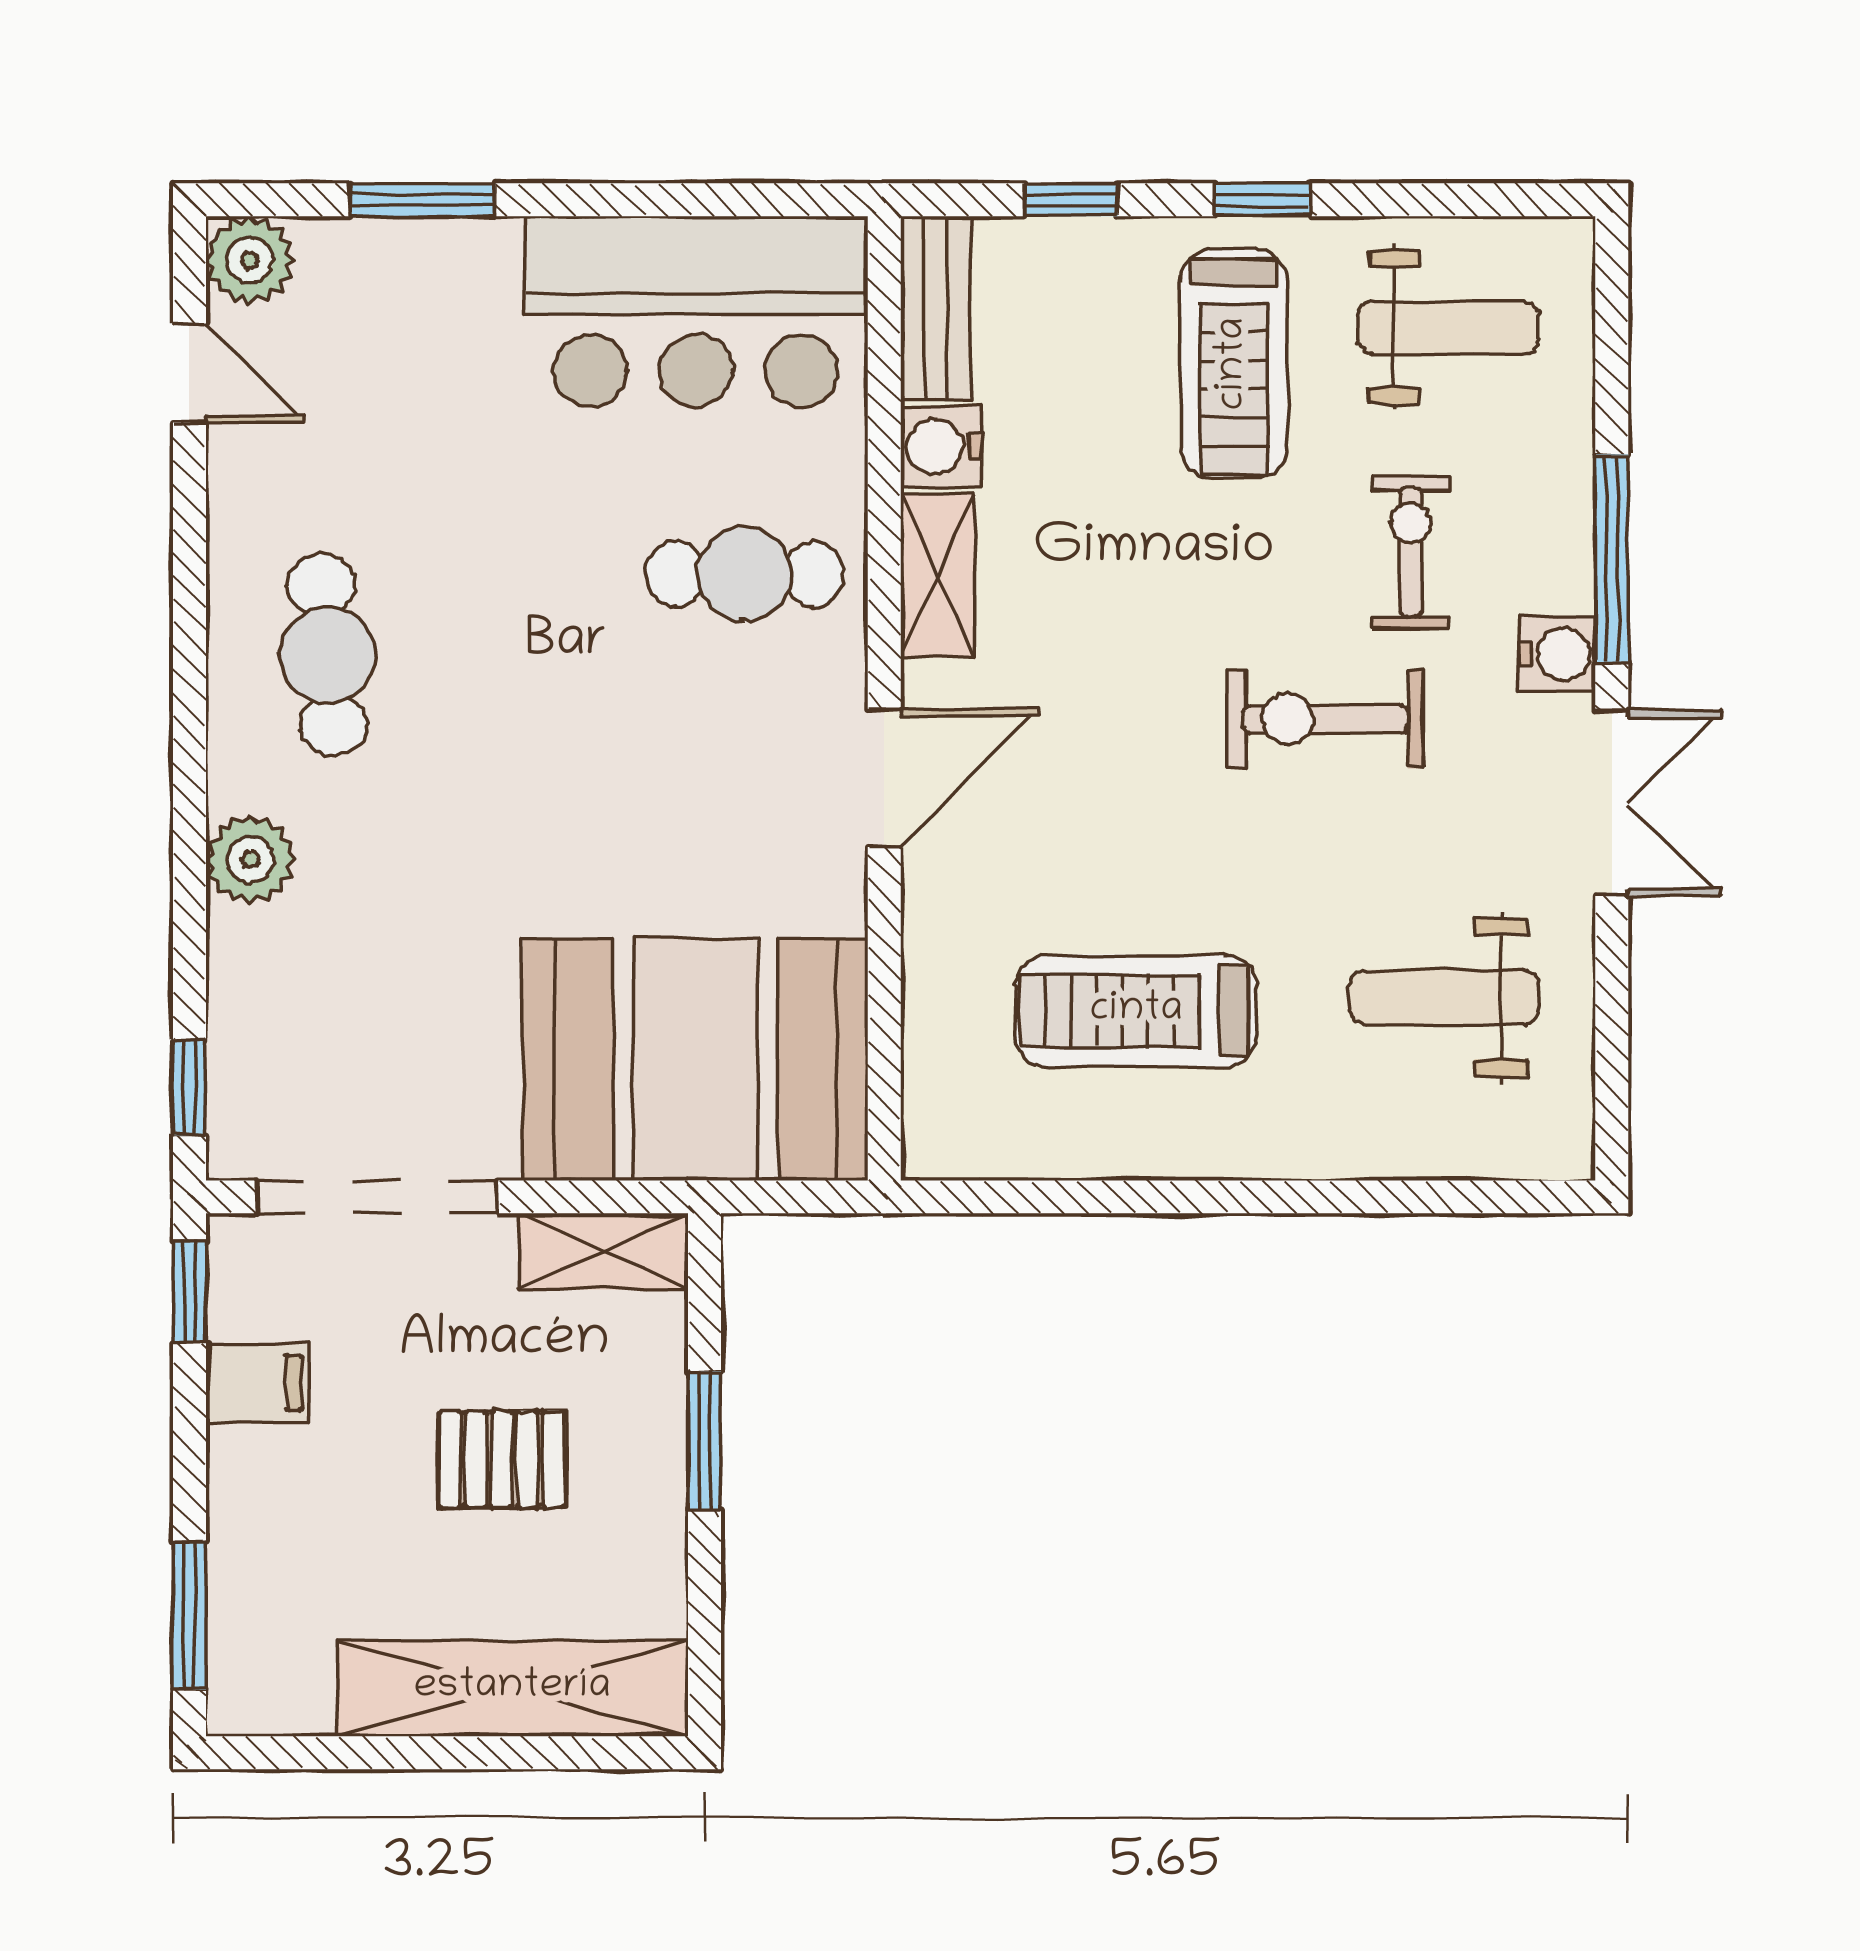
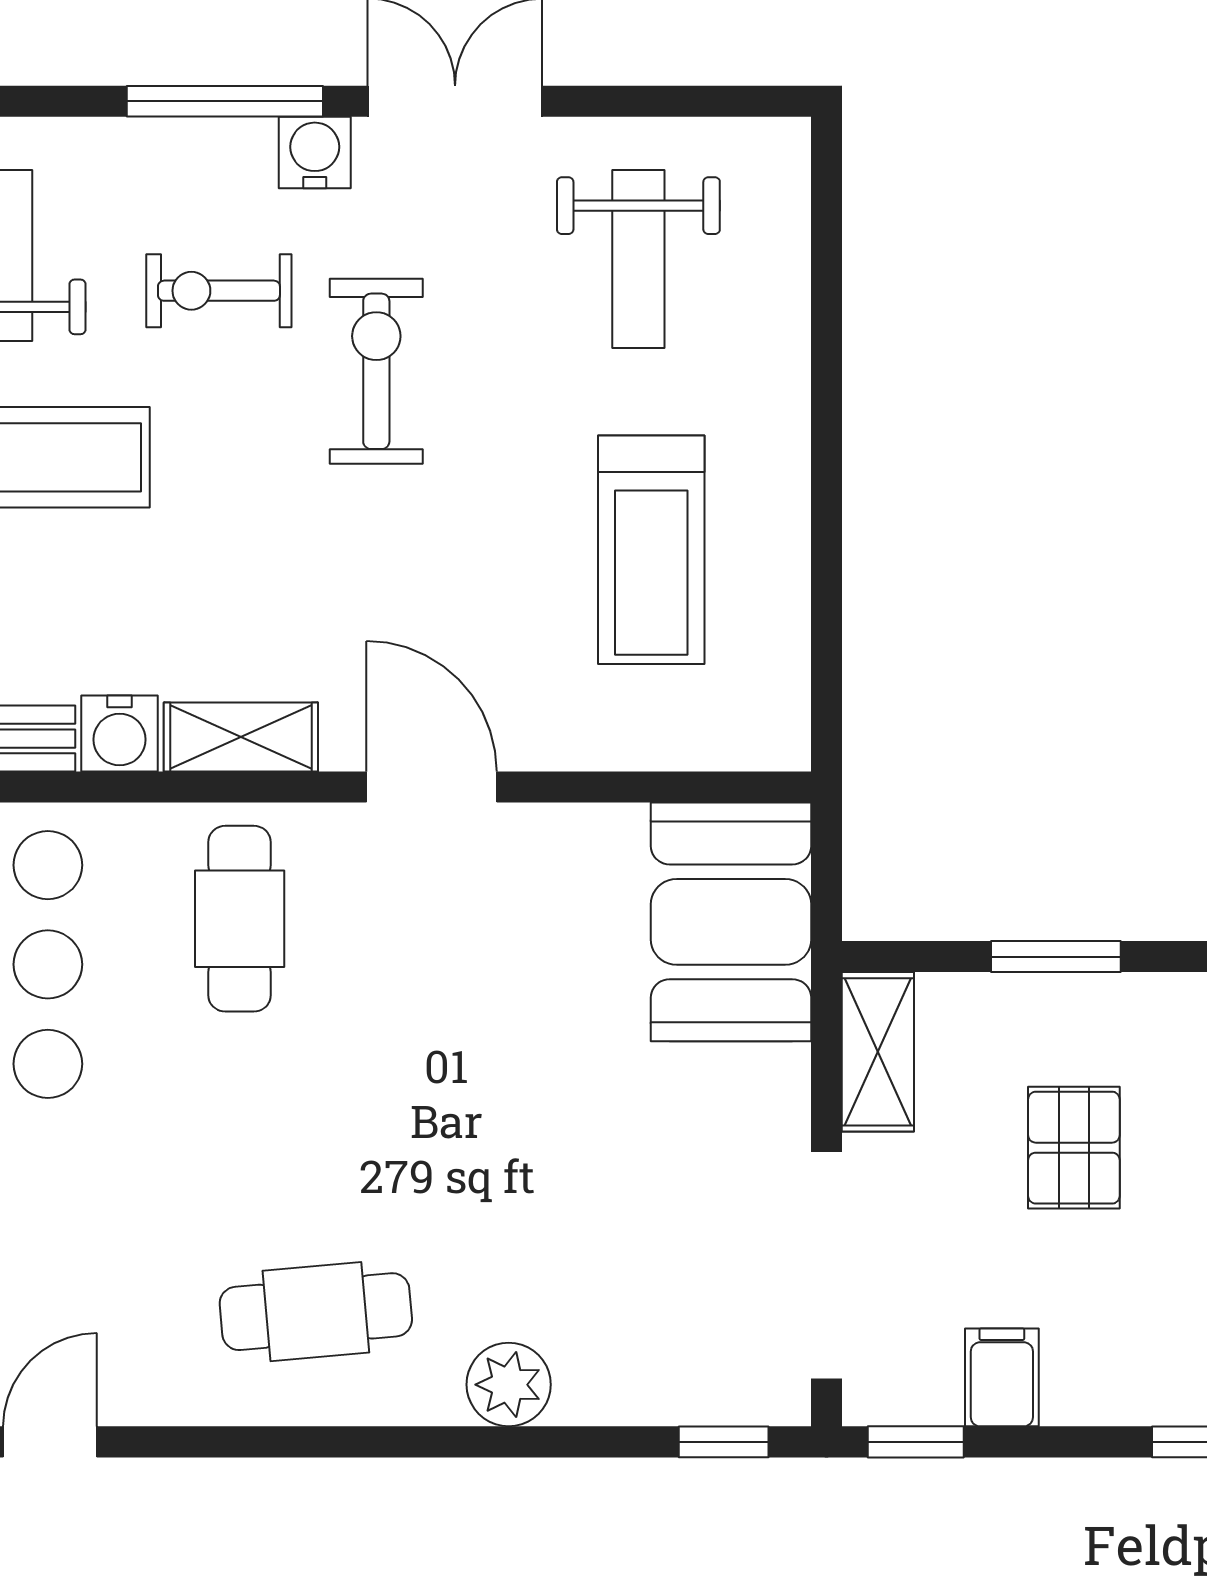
exercise bike: (1325, 719) -> (376, 371), turned 180
booth: (695, 1060) -> (731, 922), width x0.73, depth x0.70

